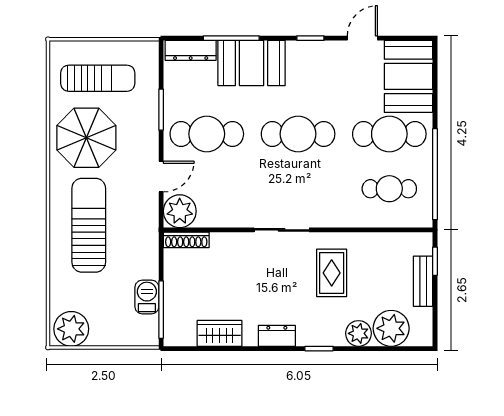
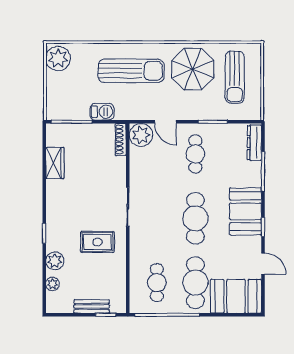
booth: (252, 63) -> (245, 211), moved
cafe table: (207, 134) -> (195, 154), width x0.73, depth x0.74
barbecue: (147, 297) -> (102, 112), moved
plant: (391, 328) -> (53, 284), width x0.53, depth x0.53
dresser: (277, 336) -> (53, 203), removed

